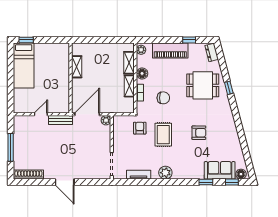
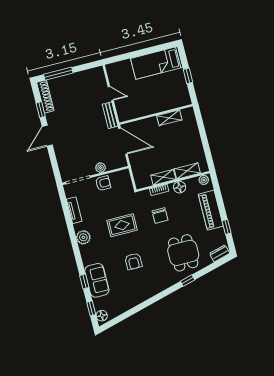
window: (26, 40) -> (188, 76), moved
plant: (106, 120) -> (101, 168), moved
armchair: (140, 128) -> (103, 183), moved
window: (11, 147) -> (58, 74), moved
sofa: (220, 170) -> (97, 280), moved
window: (39, 182) -> (41, 110), added

